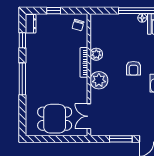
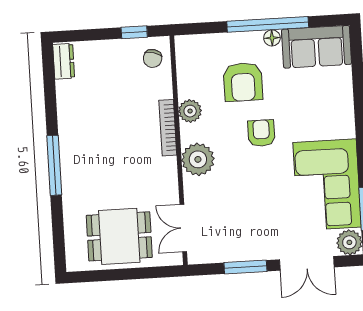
window: (54, 11) -> (134, 32), moved
window: (22, 40) -> (50, 93), removed
armchair: (125, 40) -> (243, 82), added
armchair: (134, 68) -> (261, 133), turned 180

